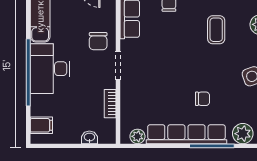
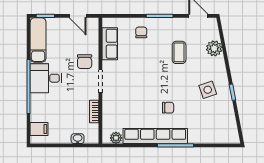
desk: (50, 69) -> (46, 78), width x0.73
plant: (243, 134) -> (200, 136), removed

